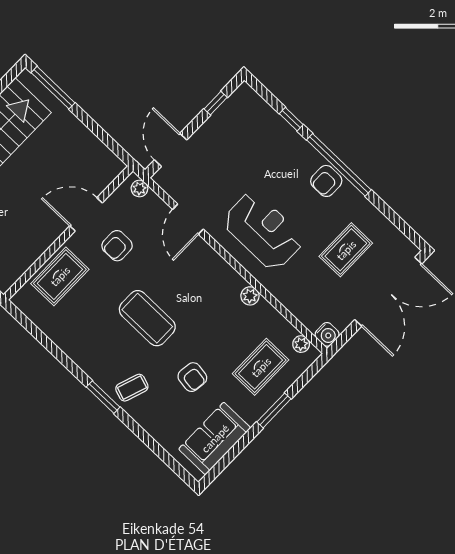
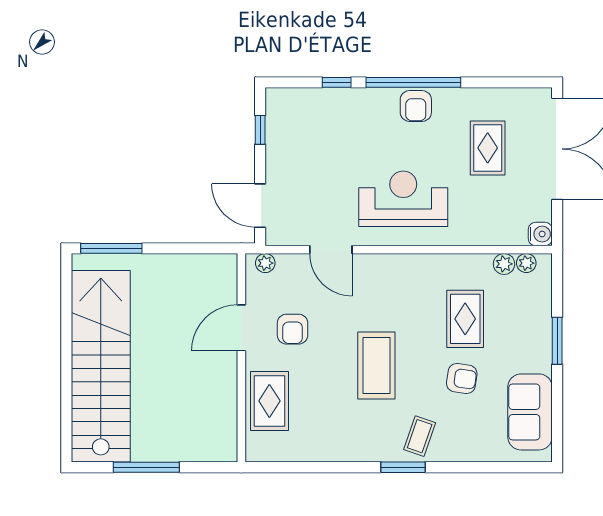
plant: (250, 296) -> (504, 264), moved
coffee table: (147, 318) -> (376, 365), turned 90
rug: (261, 367) -> (465, 319), moved

